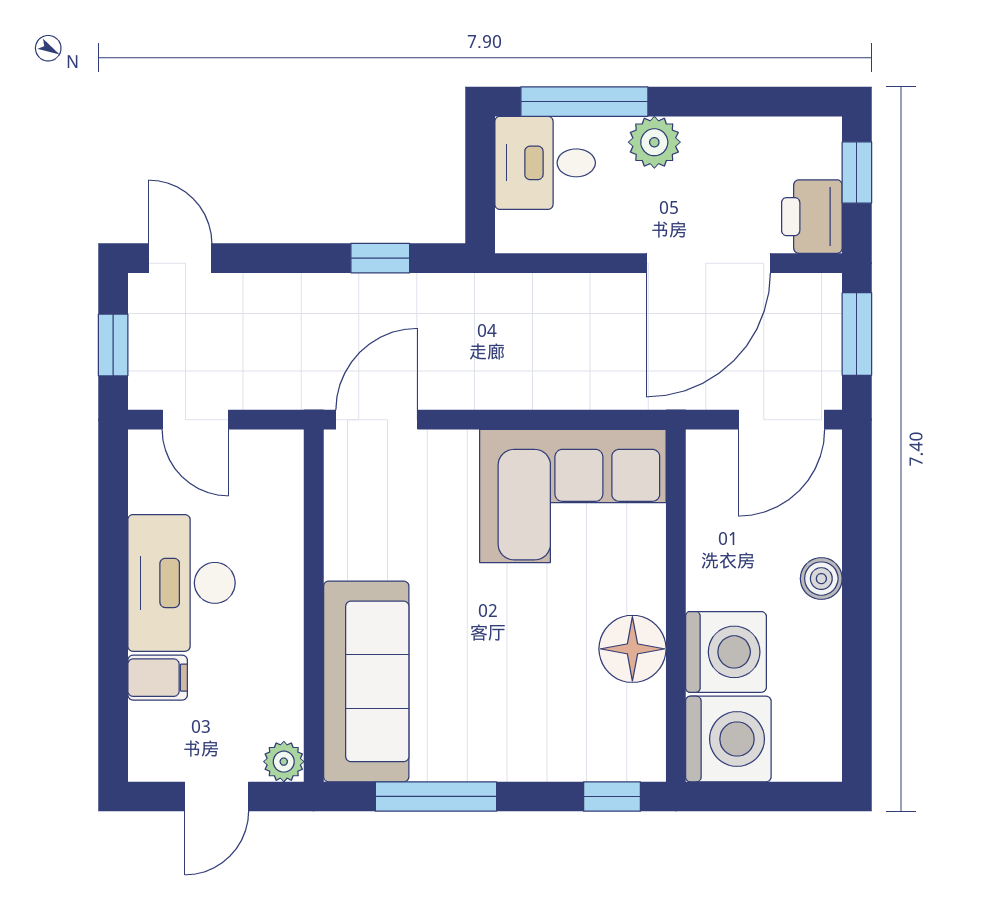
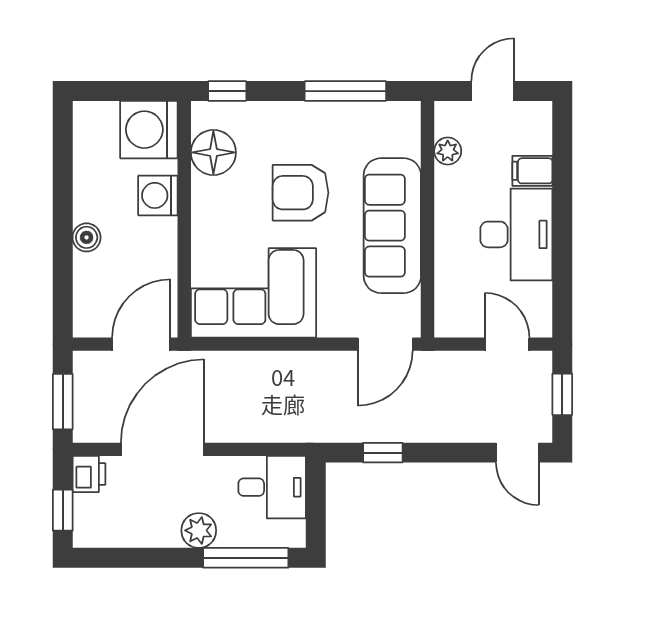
desk: (545, 163) -> (272, 487), moved
printer: (812, 217) -> (89, 474), width x0.73, depth x0.81
door: (781, 420) -> (141, 344), moved
armchair: (503, 645) -> (301, 193), added
floor lamp: (632, 649) -> (213, 152), moved
washing machine: (726, 652) -> (158, 195), width x0.73, depth x0.73
sofa: (366, 681) -> (392, 226), moved
plant: (284, 762) -> (448, 151), moved

